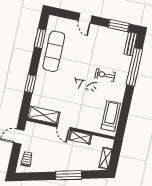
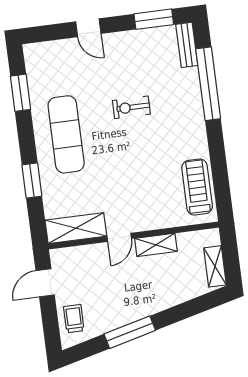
exercise mat: (54, 51) -> (66, 134), moved
exercise bike: (105, 75) -> (131, 107), moved
door: (63, 127) -> (119, 237), hinge flipped
window: (69, 175) -> (130, 332), moved

